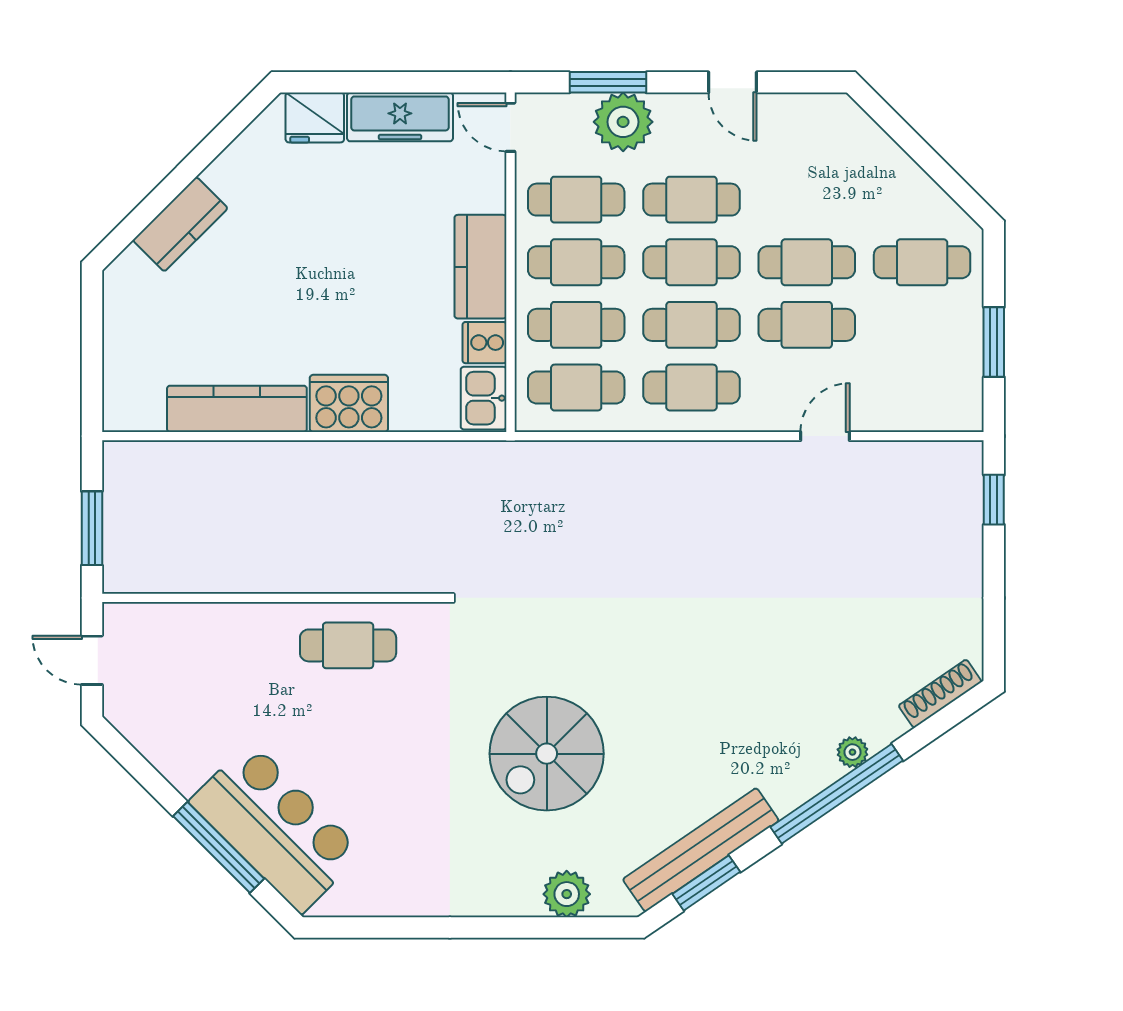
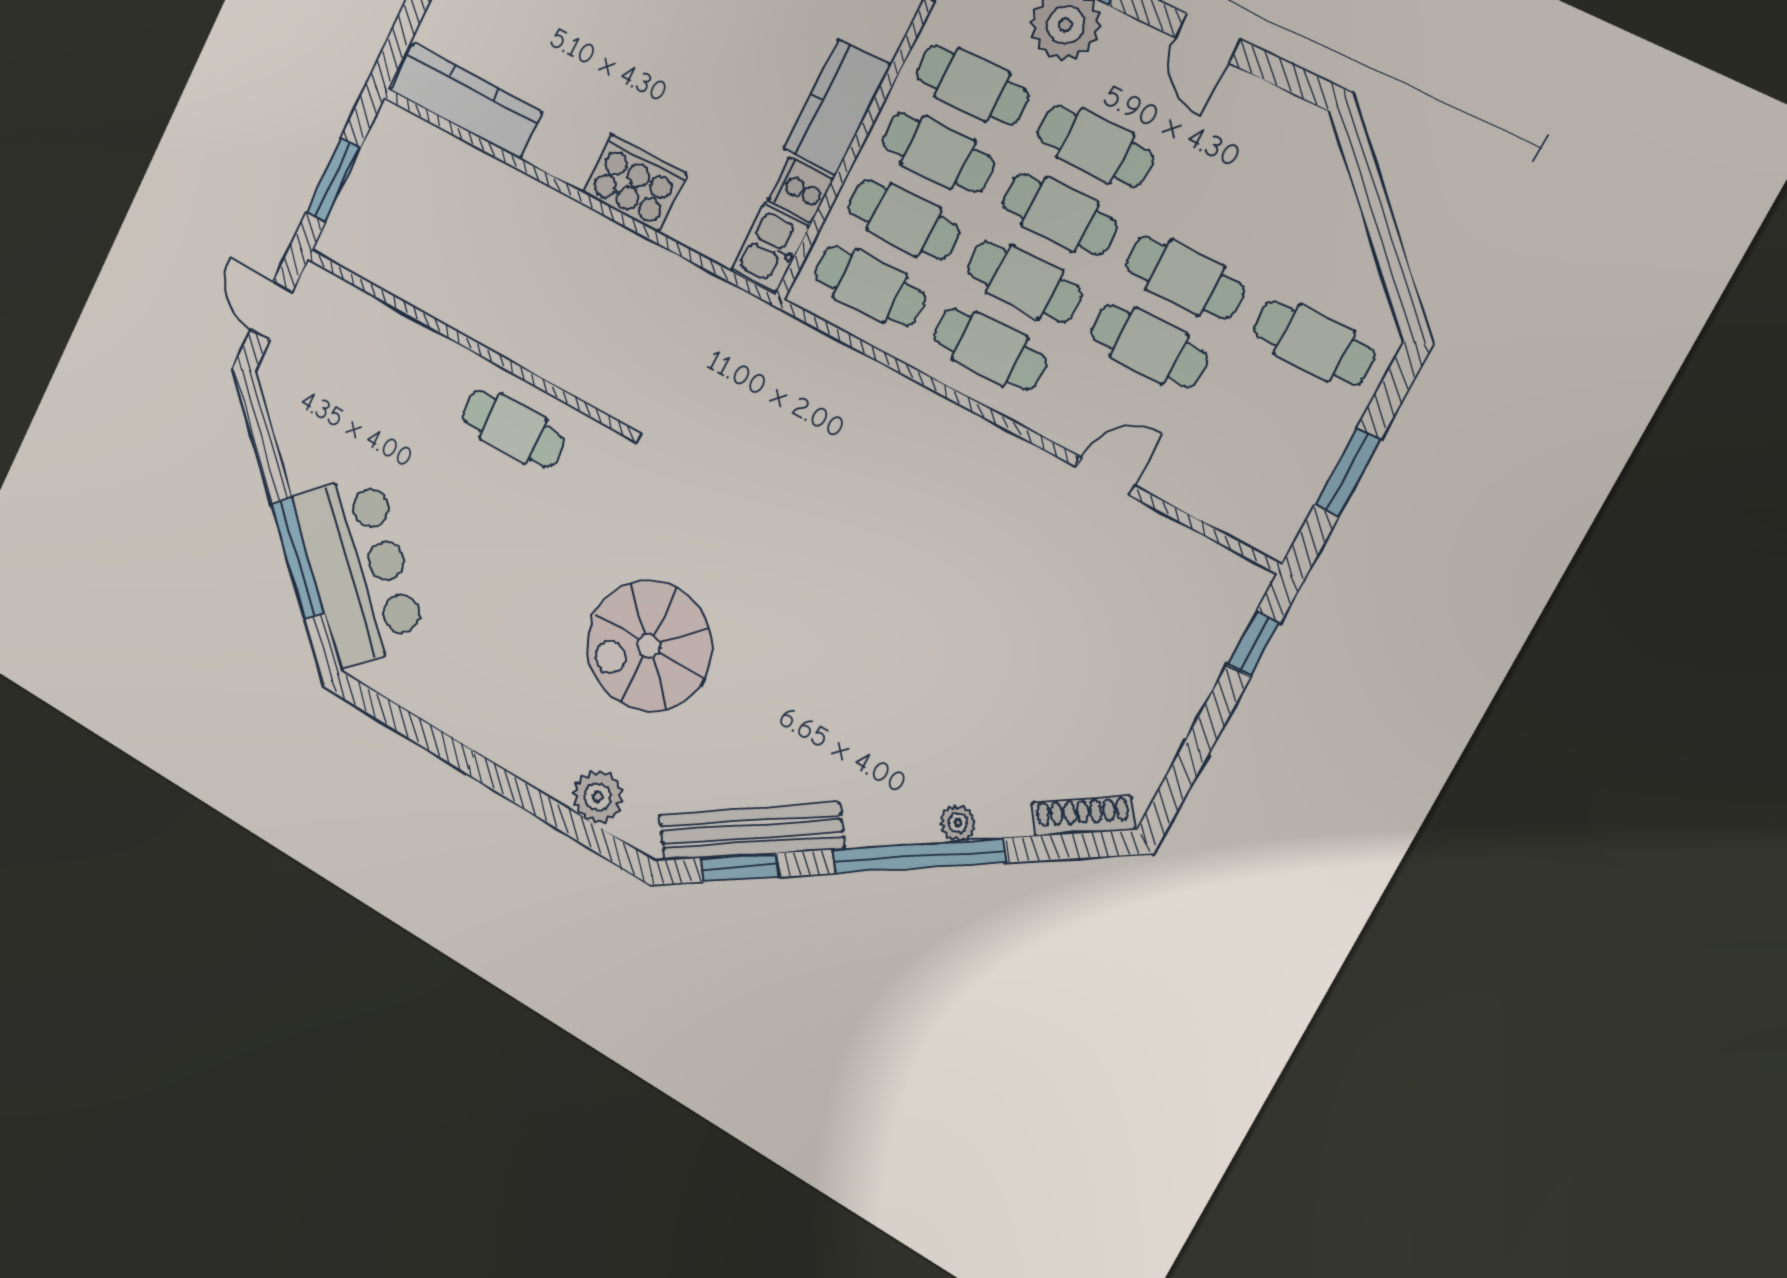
kitchen counter: (237, 409) -> (466, 101), moved

